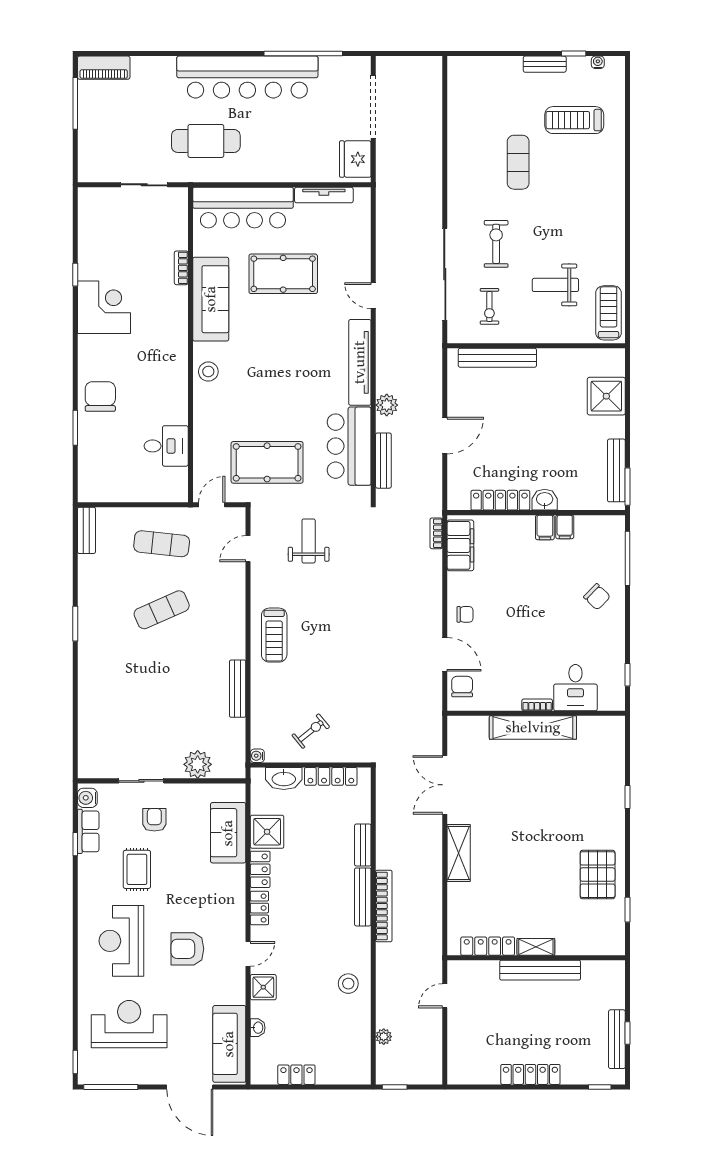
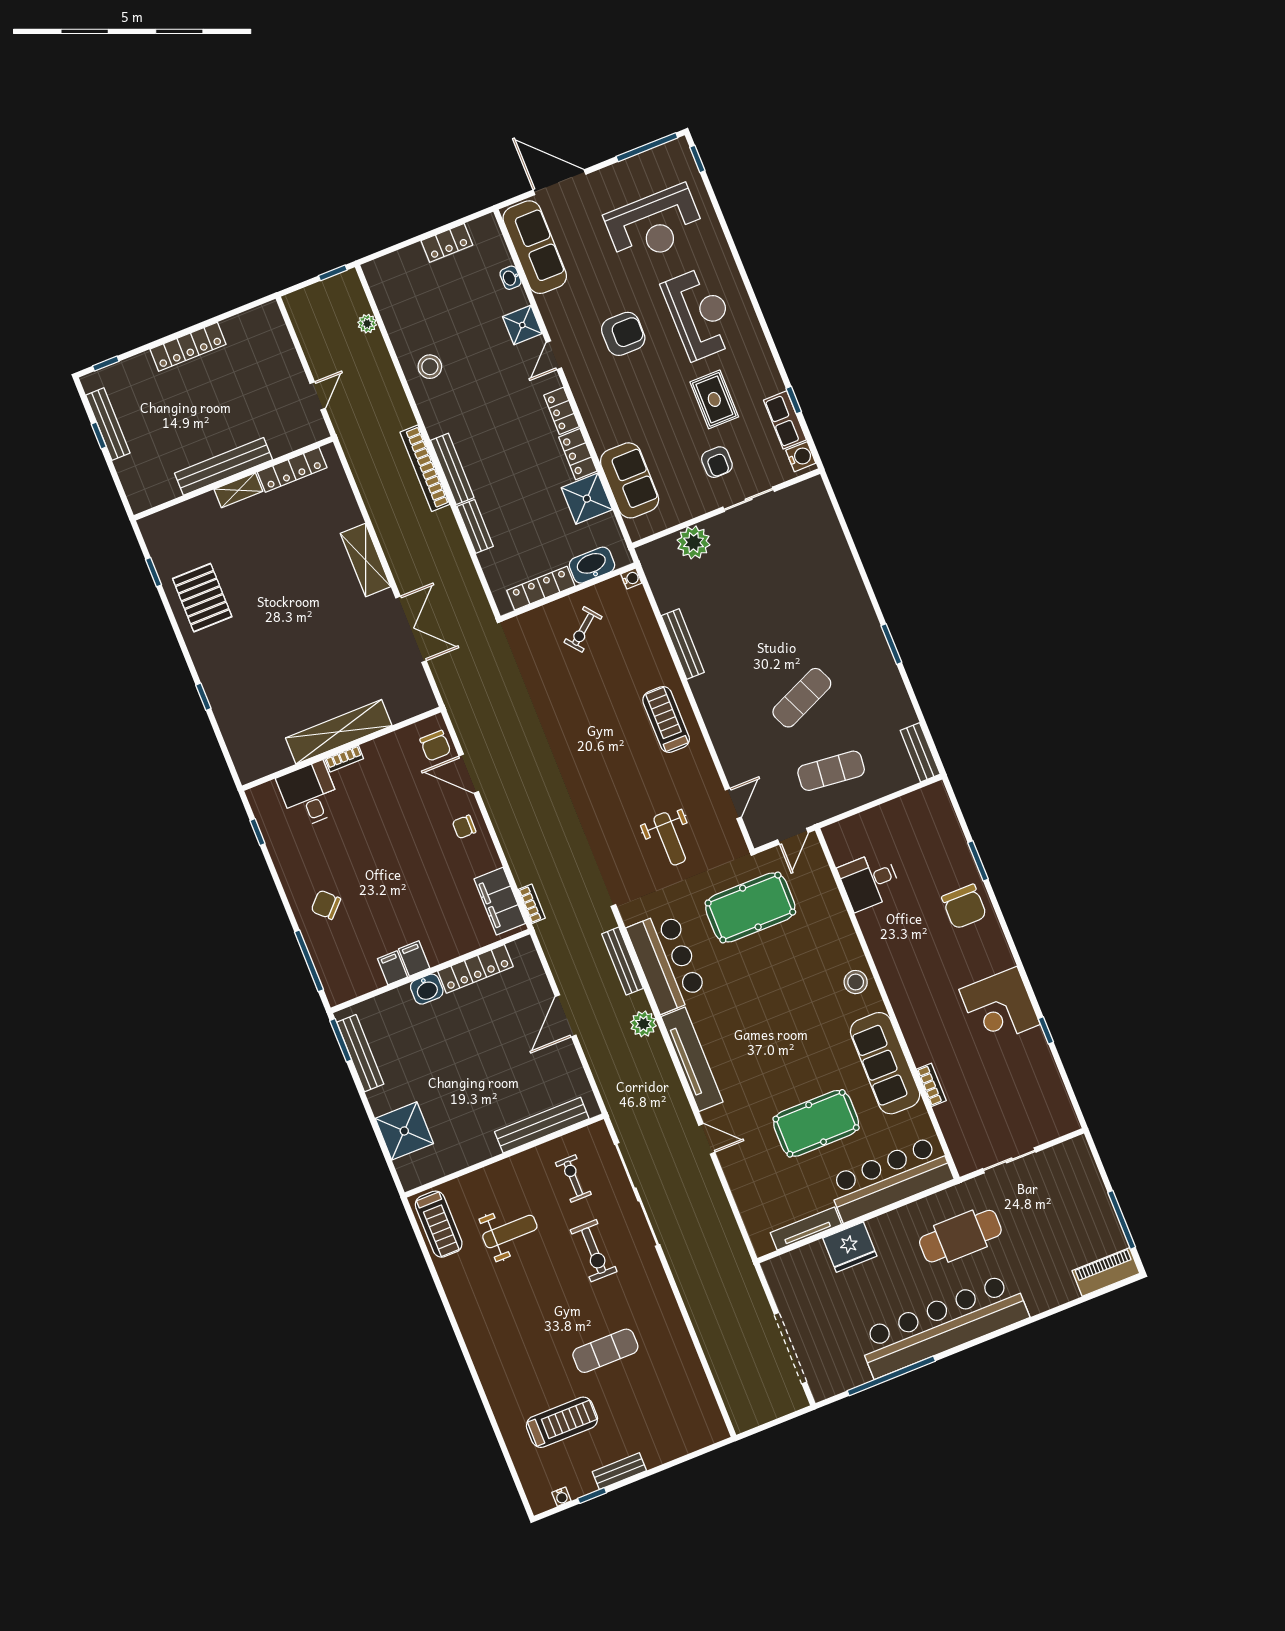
fridge: (355, 159) -> (850, 1247), moved, turned 90
exercise mat: (518, 162) -> (605, 1351), turned 90

